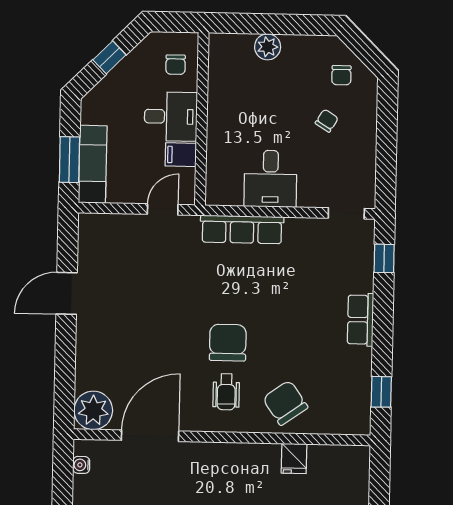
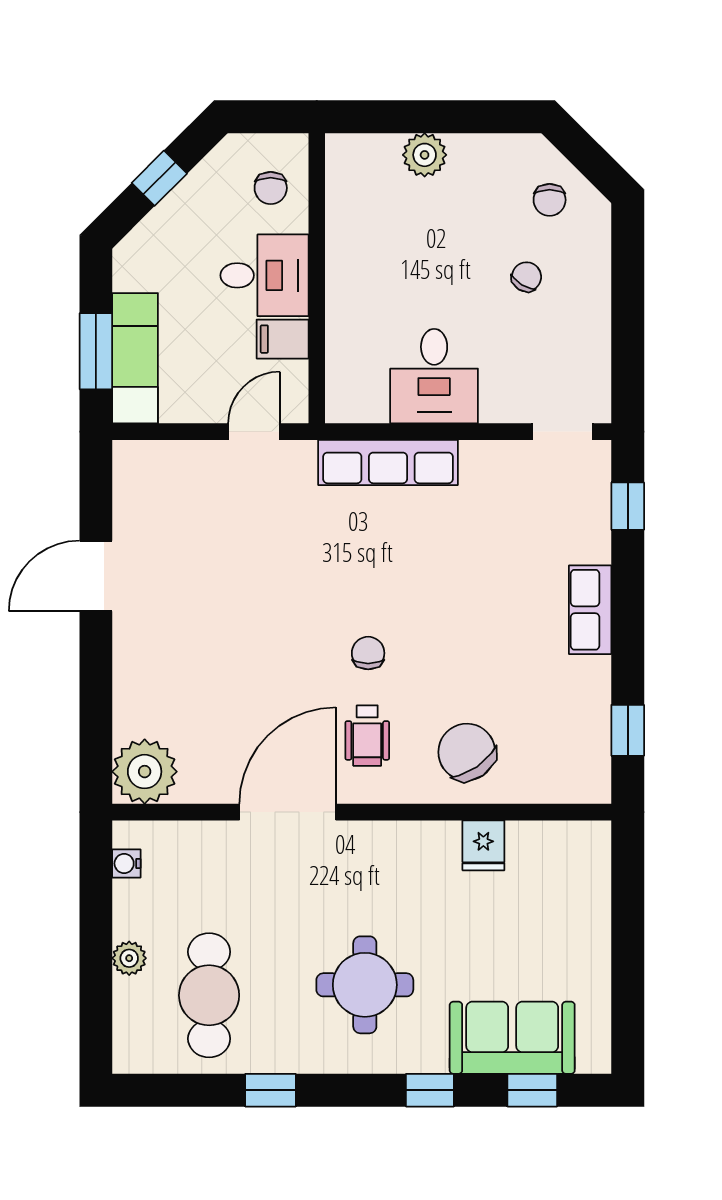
chair: (228, 343) -> (368, 653), width x0.54, depth x0.54
door: (150, 436) -> (288, 812), moved

